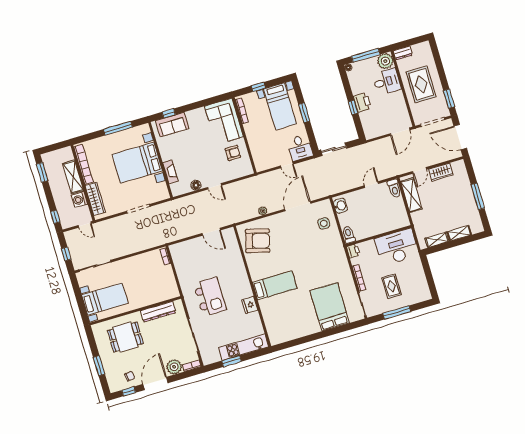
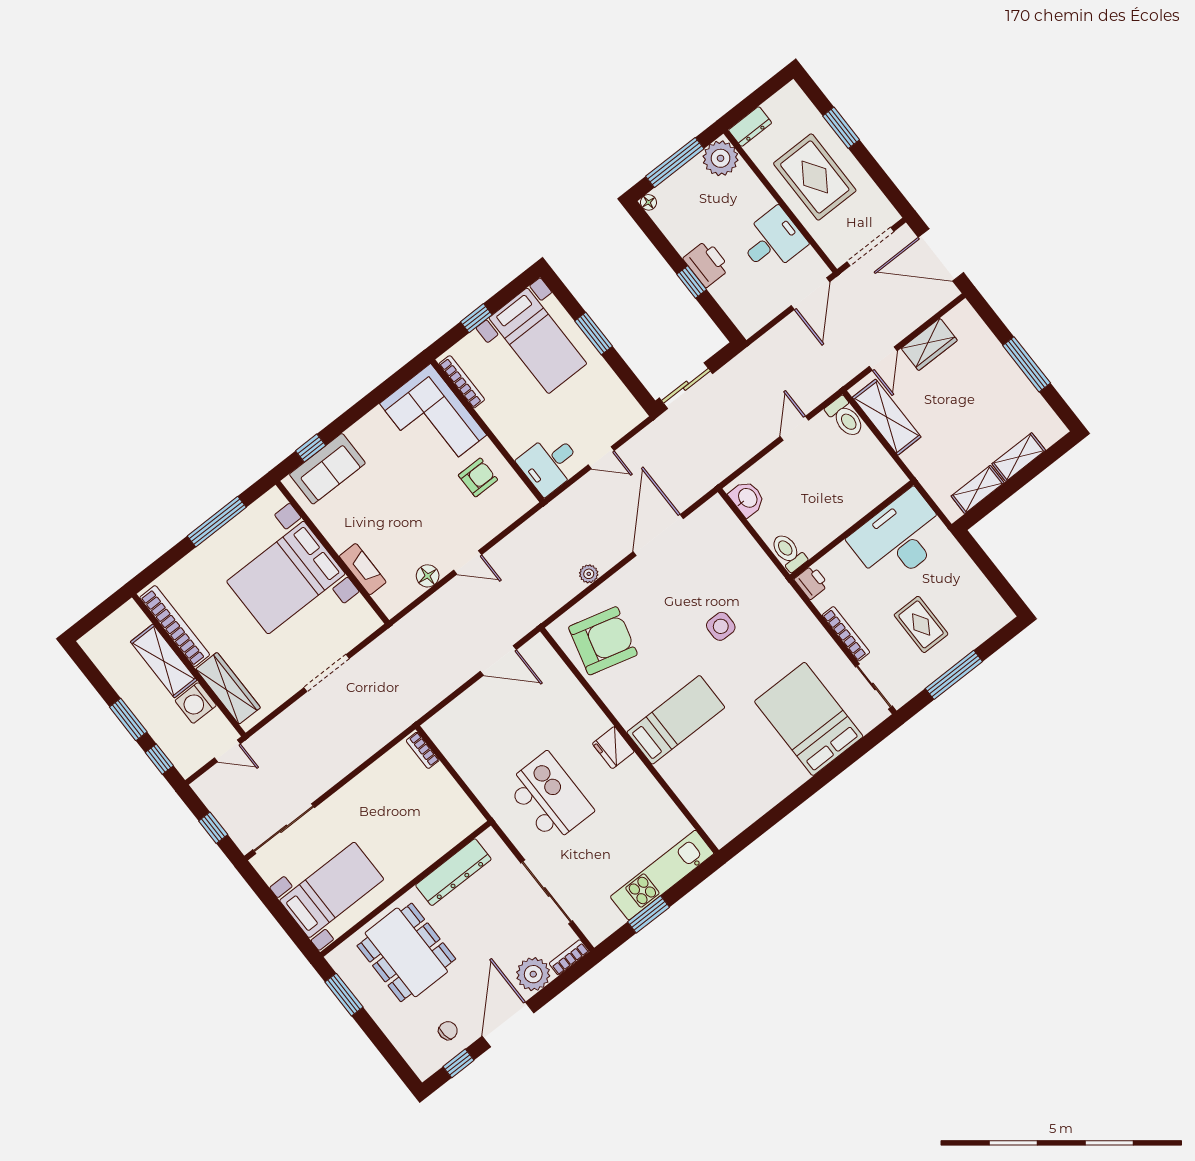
desk: (387, 82) -> (773, 241), moved
window: (449, 99) -> (841, 128), moved
desk: (300, 148) -> (550, 464), moved, turned 90
window: (42, 172) -> (128, 719), moved
side table: (324, 223) -> (721, 626), moved
fridge: (250, 305) -> (613, 748), moved
dining table: (125, 337) -> (406, 952), width x1.38
window: (99, 366) -> (344, 995), moved

